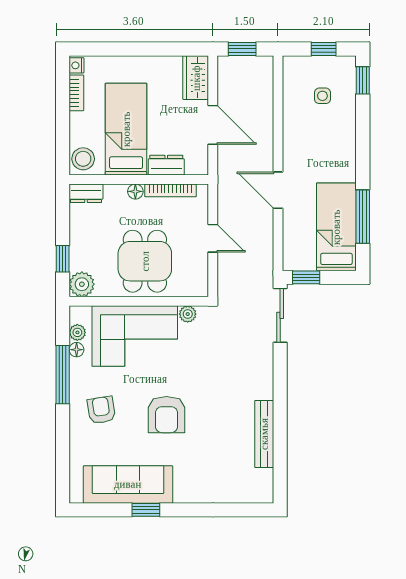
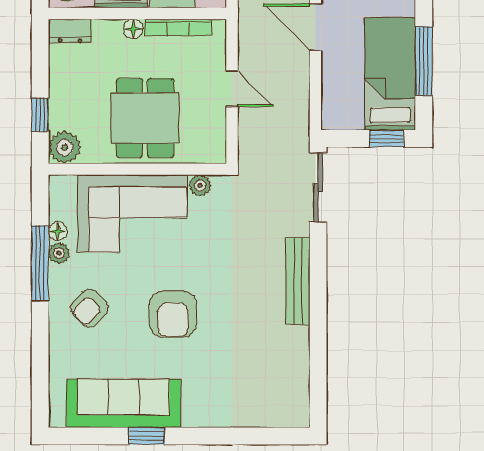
window: (306, 277) -> (387, 139), moved
plant: (77, 332) -> (59, 253), moved
armchair: (101, 410) -> (90, 308), turned -126
bench: (264, 434) -> (298, 281), moved

